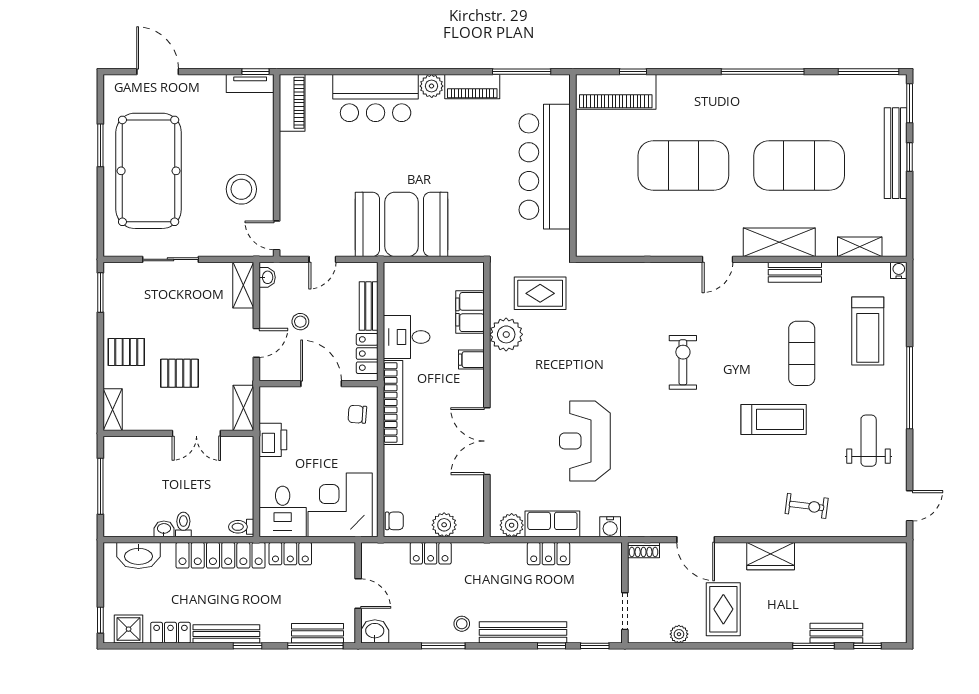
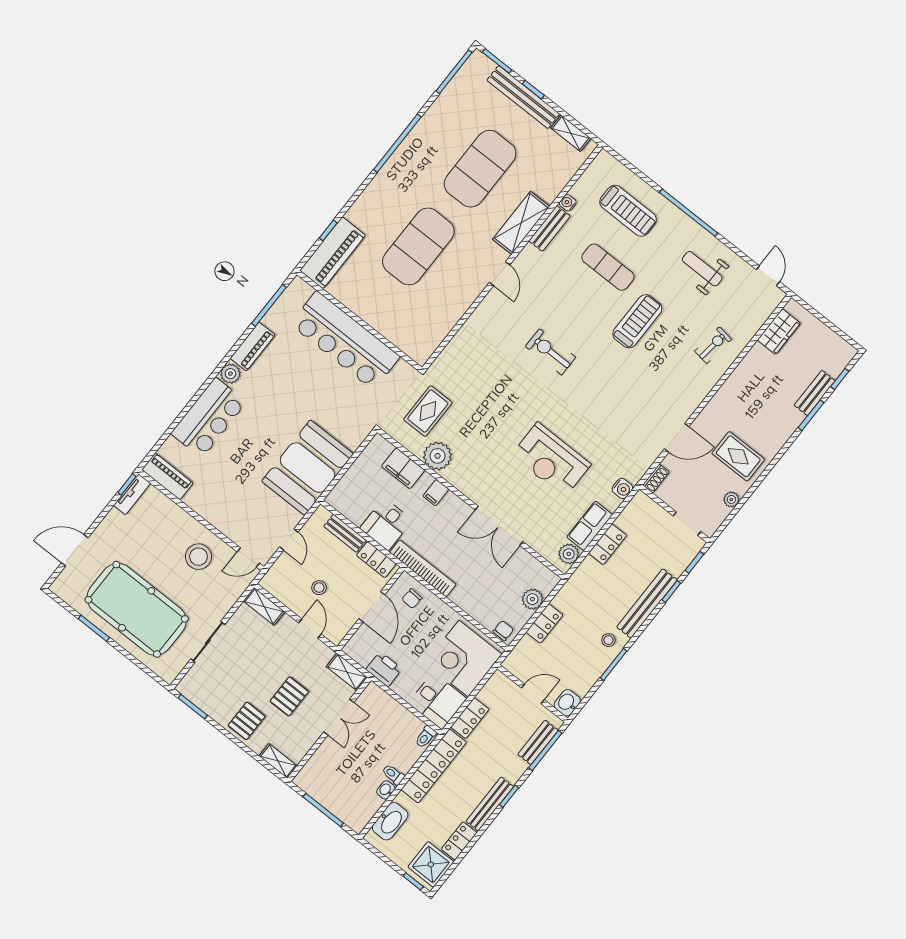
shelving: (860, 247) -> (571, 133), moved, turned 90
water cooler: (899, 270) -> (568, 203), moved
washbasin: (267, 277) -> (272, 586), removed
door: (321, 384) -> (372, 607), swing flipped
wardrobe: (771, 556) -> (779, 332), moved
shower: (129, 629) -> (431, 864), width x1.36, depth x1.36

